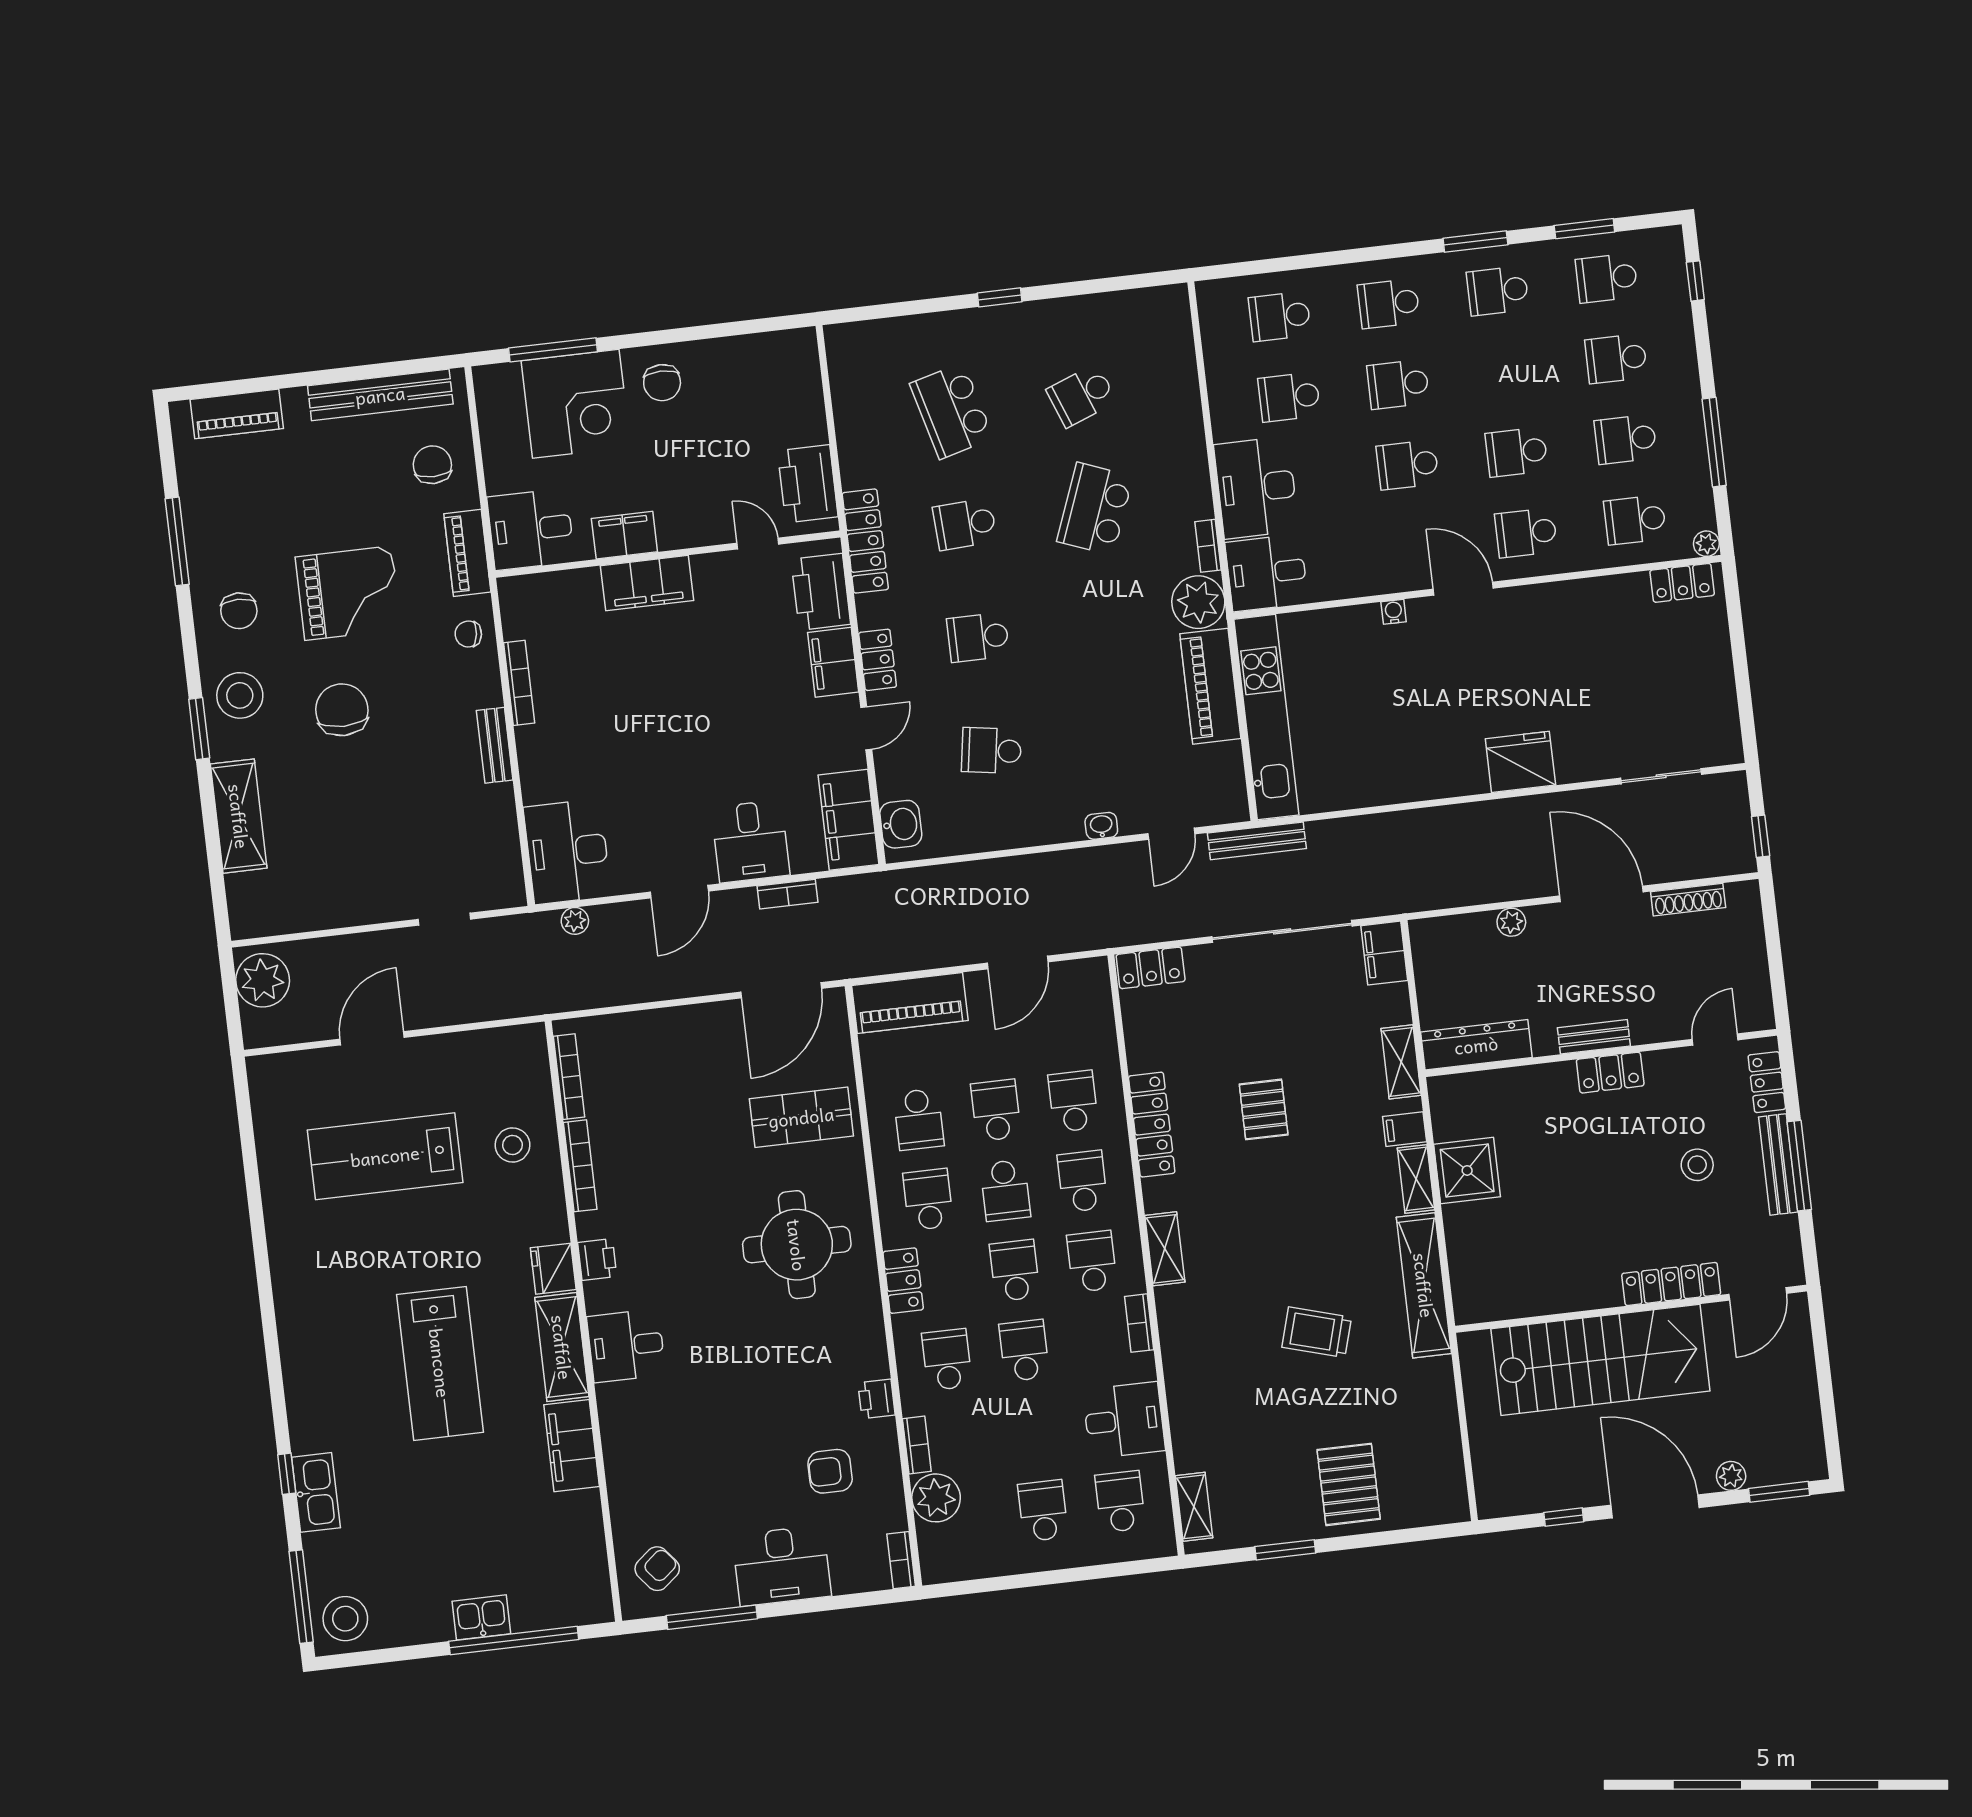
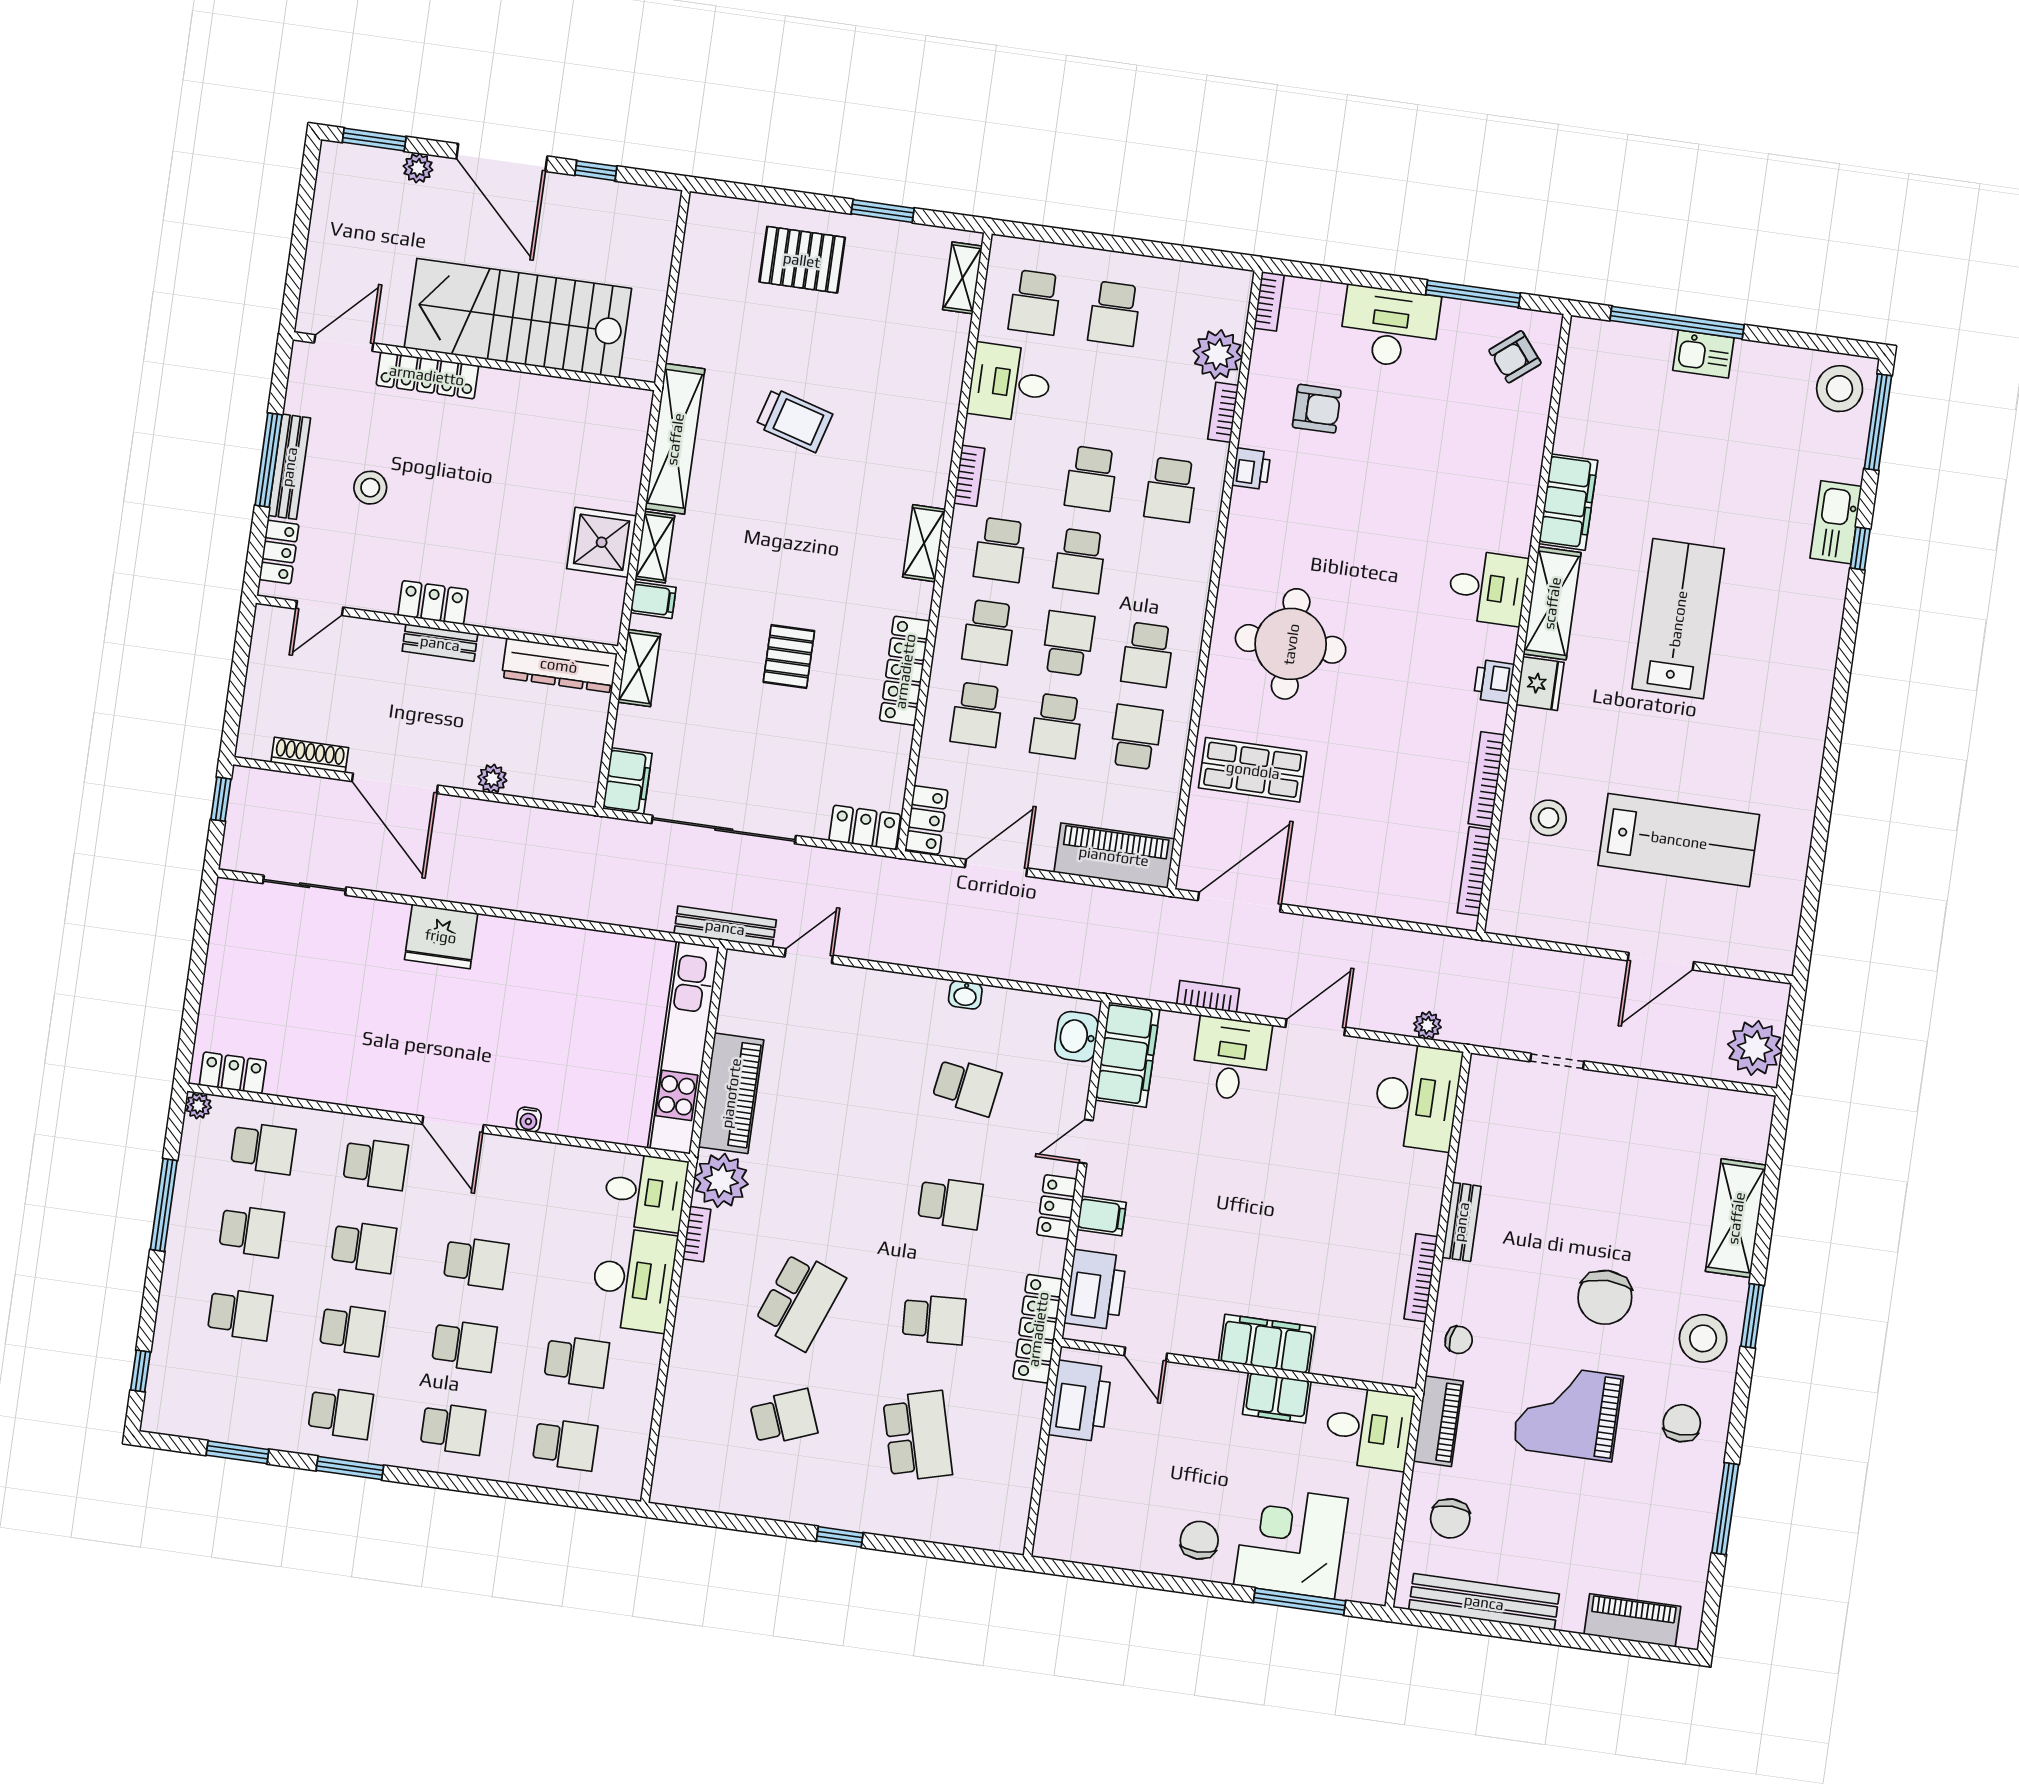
school desk: (1607, 278) -> (352, 1330), moved
filing cabinet: (833, 662) -> (1102, 1216), width x0.50
washbasin: (1101, 826) -> (965, 995), moved
locker: (903, 1281) -> (926, 820), moved, turned 180
pallet: (1349, 1484) -> (802, 260), turned 90

